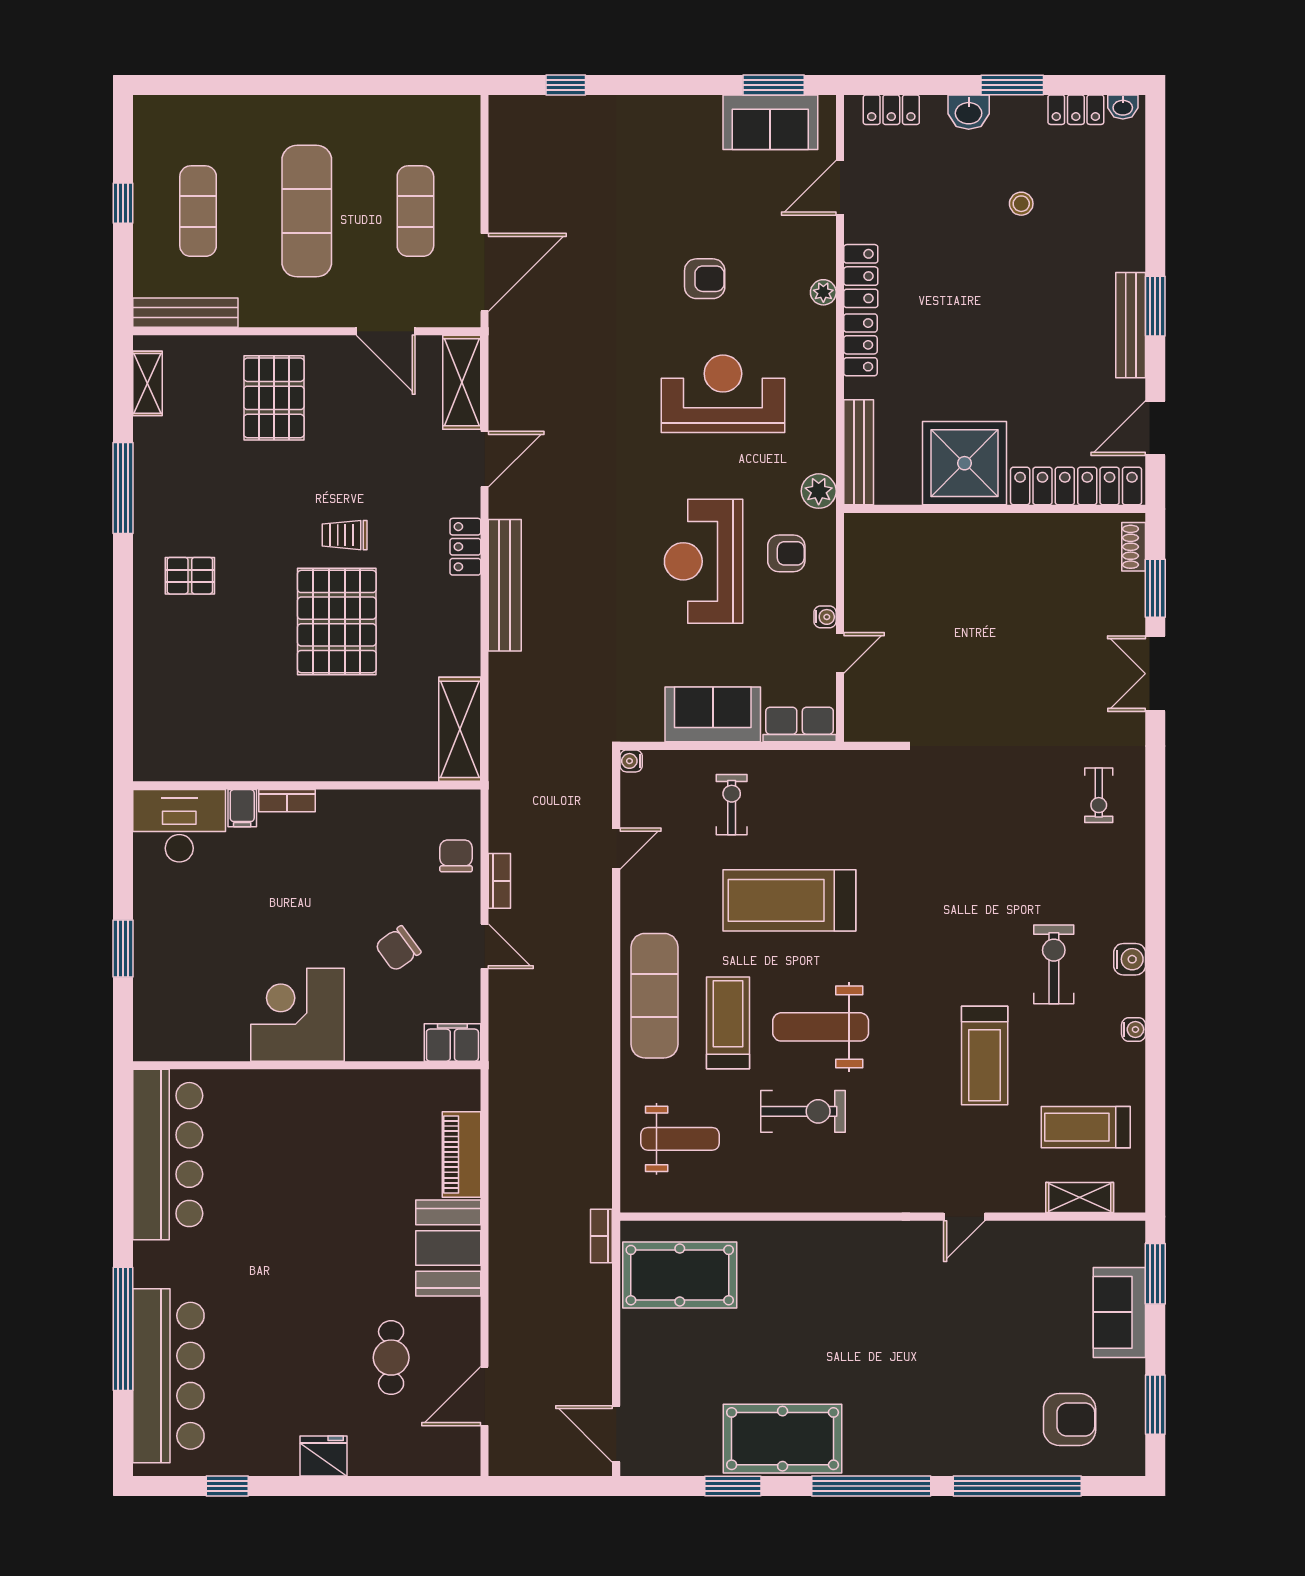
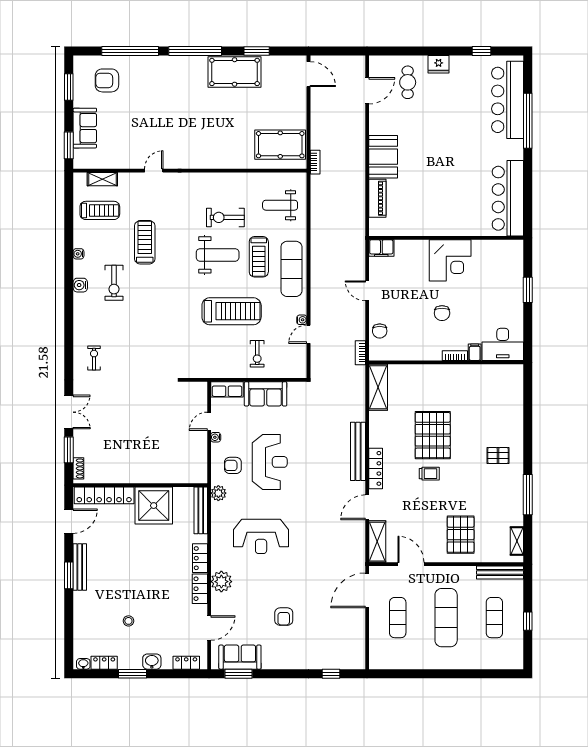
armchair: (705, 279) -> (284, 617), moved, turned -90
plant: (823, 292) -> (221, 582), width x1.87, depth x1.87
locker: (465, 547) -> (376, 468), width x1.53
water cooler: (631, 761) -> (302, 320), moved
bookcase: (499, 881) -> (360, 353), moved
chair: (398, 949) -> (442, 313), moved, turned 126
cafe table: (391, 1358) -> (408, 82), moved

